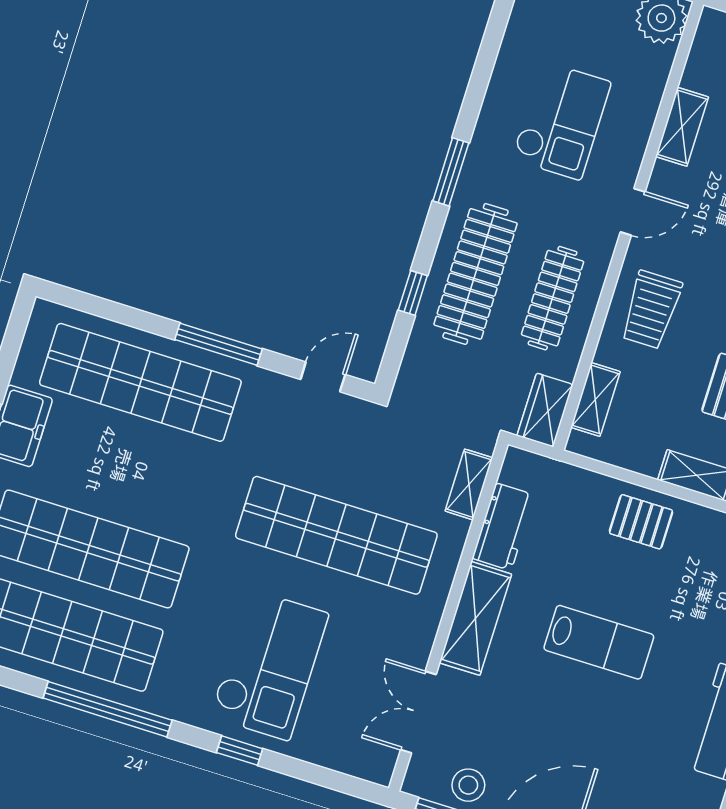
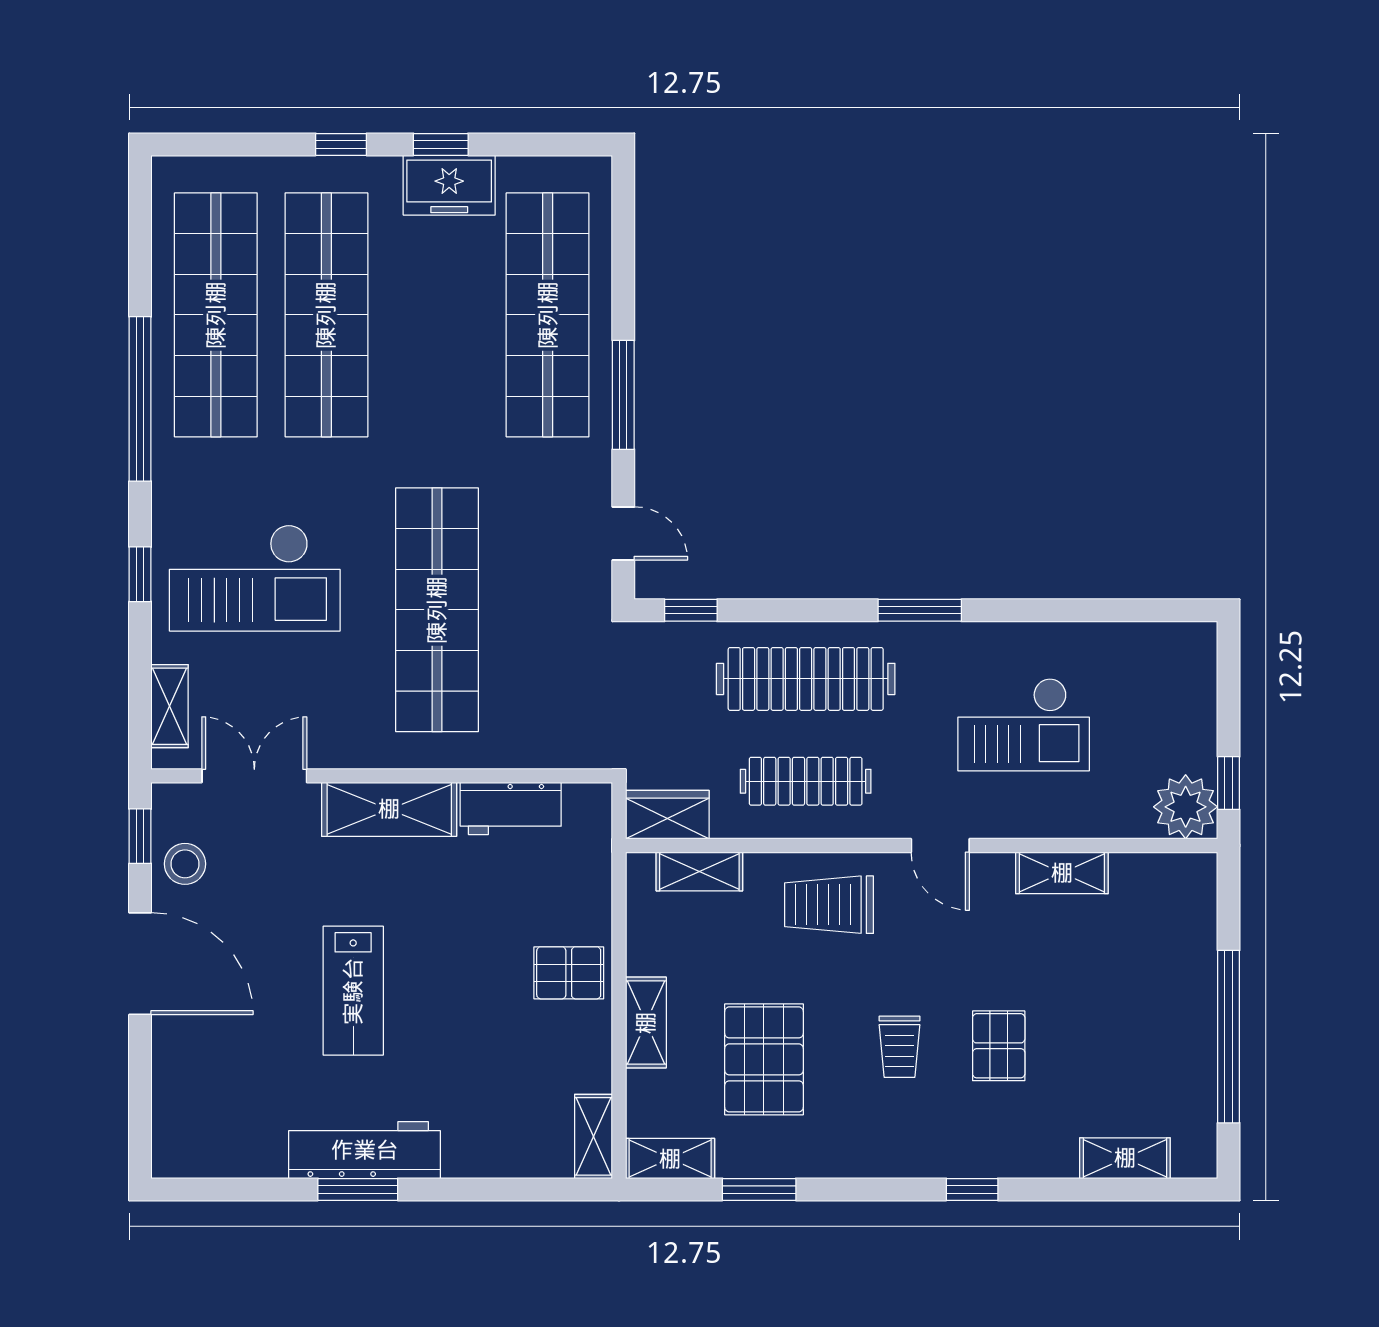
window: (413, 293) -> (691, 610), moved
shelving: (469, 484) -> (170, 706), moved, turned 90
pallet: (641, 522) -> (569, 973), turned 90
lab bench: (599, 642) -> (353, 991), moved

